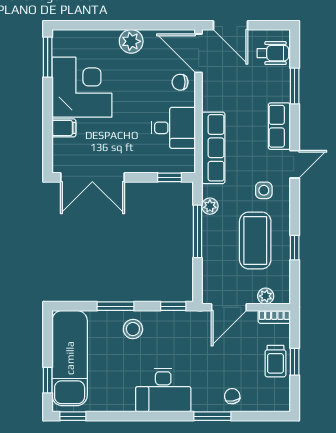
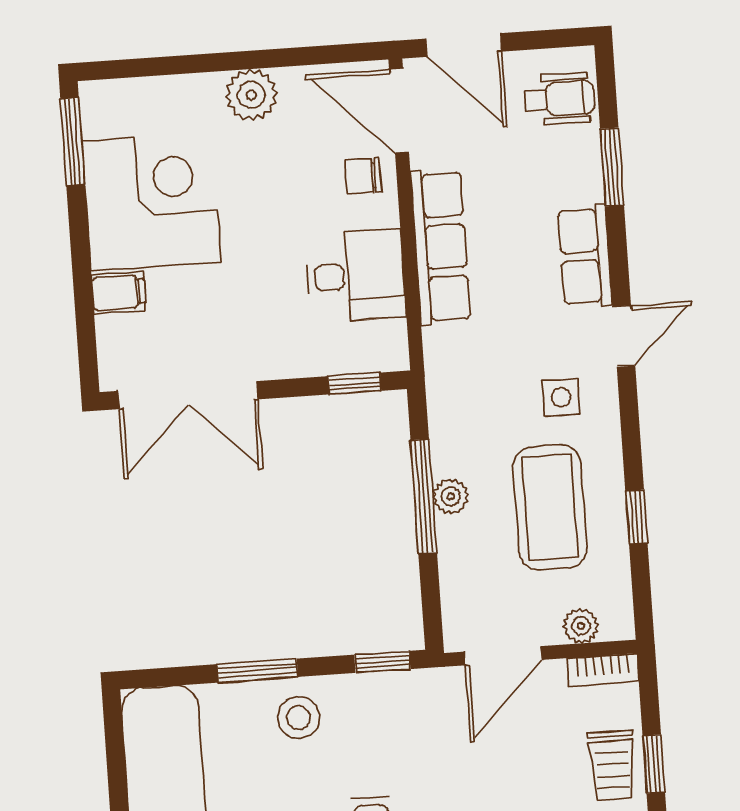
row of seats: (213, 148) -> (441, 247), moved
plant: (210, 206) -> (451, 496), moved

